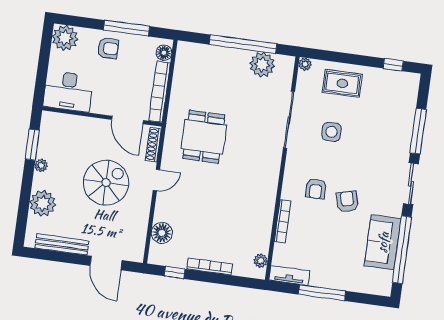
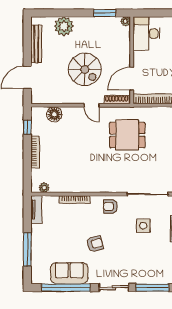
plant: (41, 165) -> (126, 21), moved
armchair: (316, 189) -> (110, 207), moved
window: (322, 293) -> (27, 249), moved

